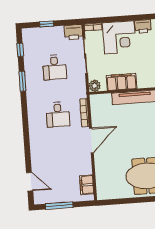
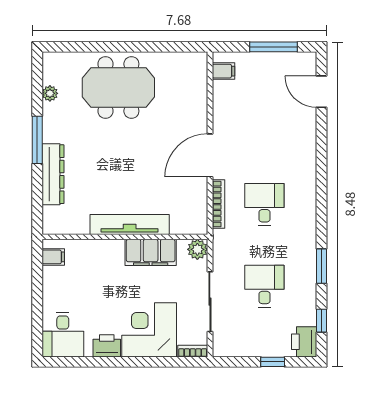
printer: (73, 32) -> (304, 342), moved, turned -90
filing cabinet: (87, 185) -> (223, 71), width x0.50

